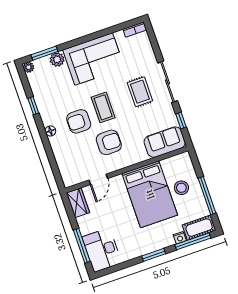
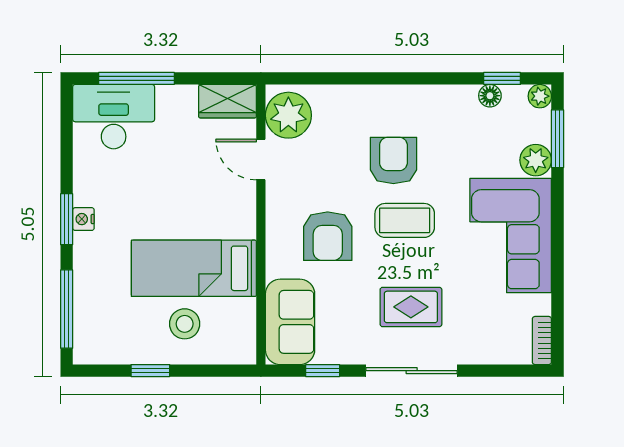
window: (33, 106) -> (502, 78), moved
floor lamp: (50, 131) -> (490, 96), moved
armchair: (109, 142) -> (328, 236), moved
plant: (75, 174) -> (288, 115), added
bed: (150, 194) -> (194, 268), width x0.67
window: (207, 196) -> (150, 371), width x0.46
cot: (199, 228) -> (91, 332), removed
nightstand: (180, 238) -> (83, 219), moved

